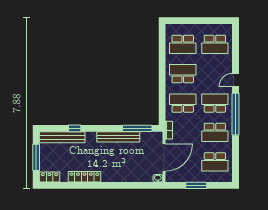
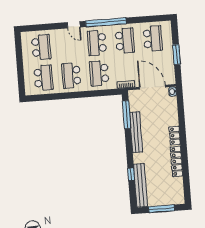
locker: (50, 177) -> (175, 136), moved

